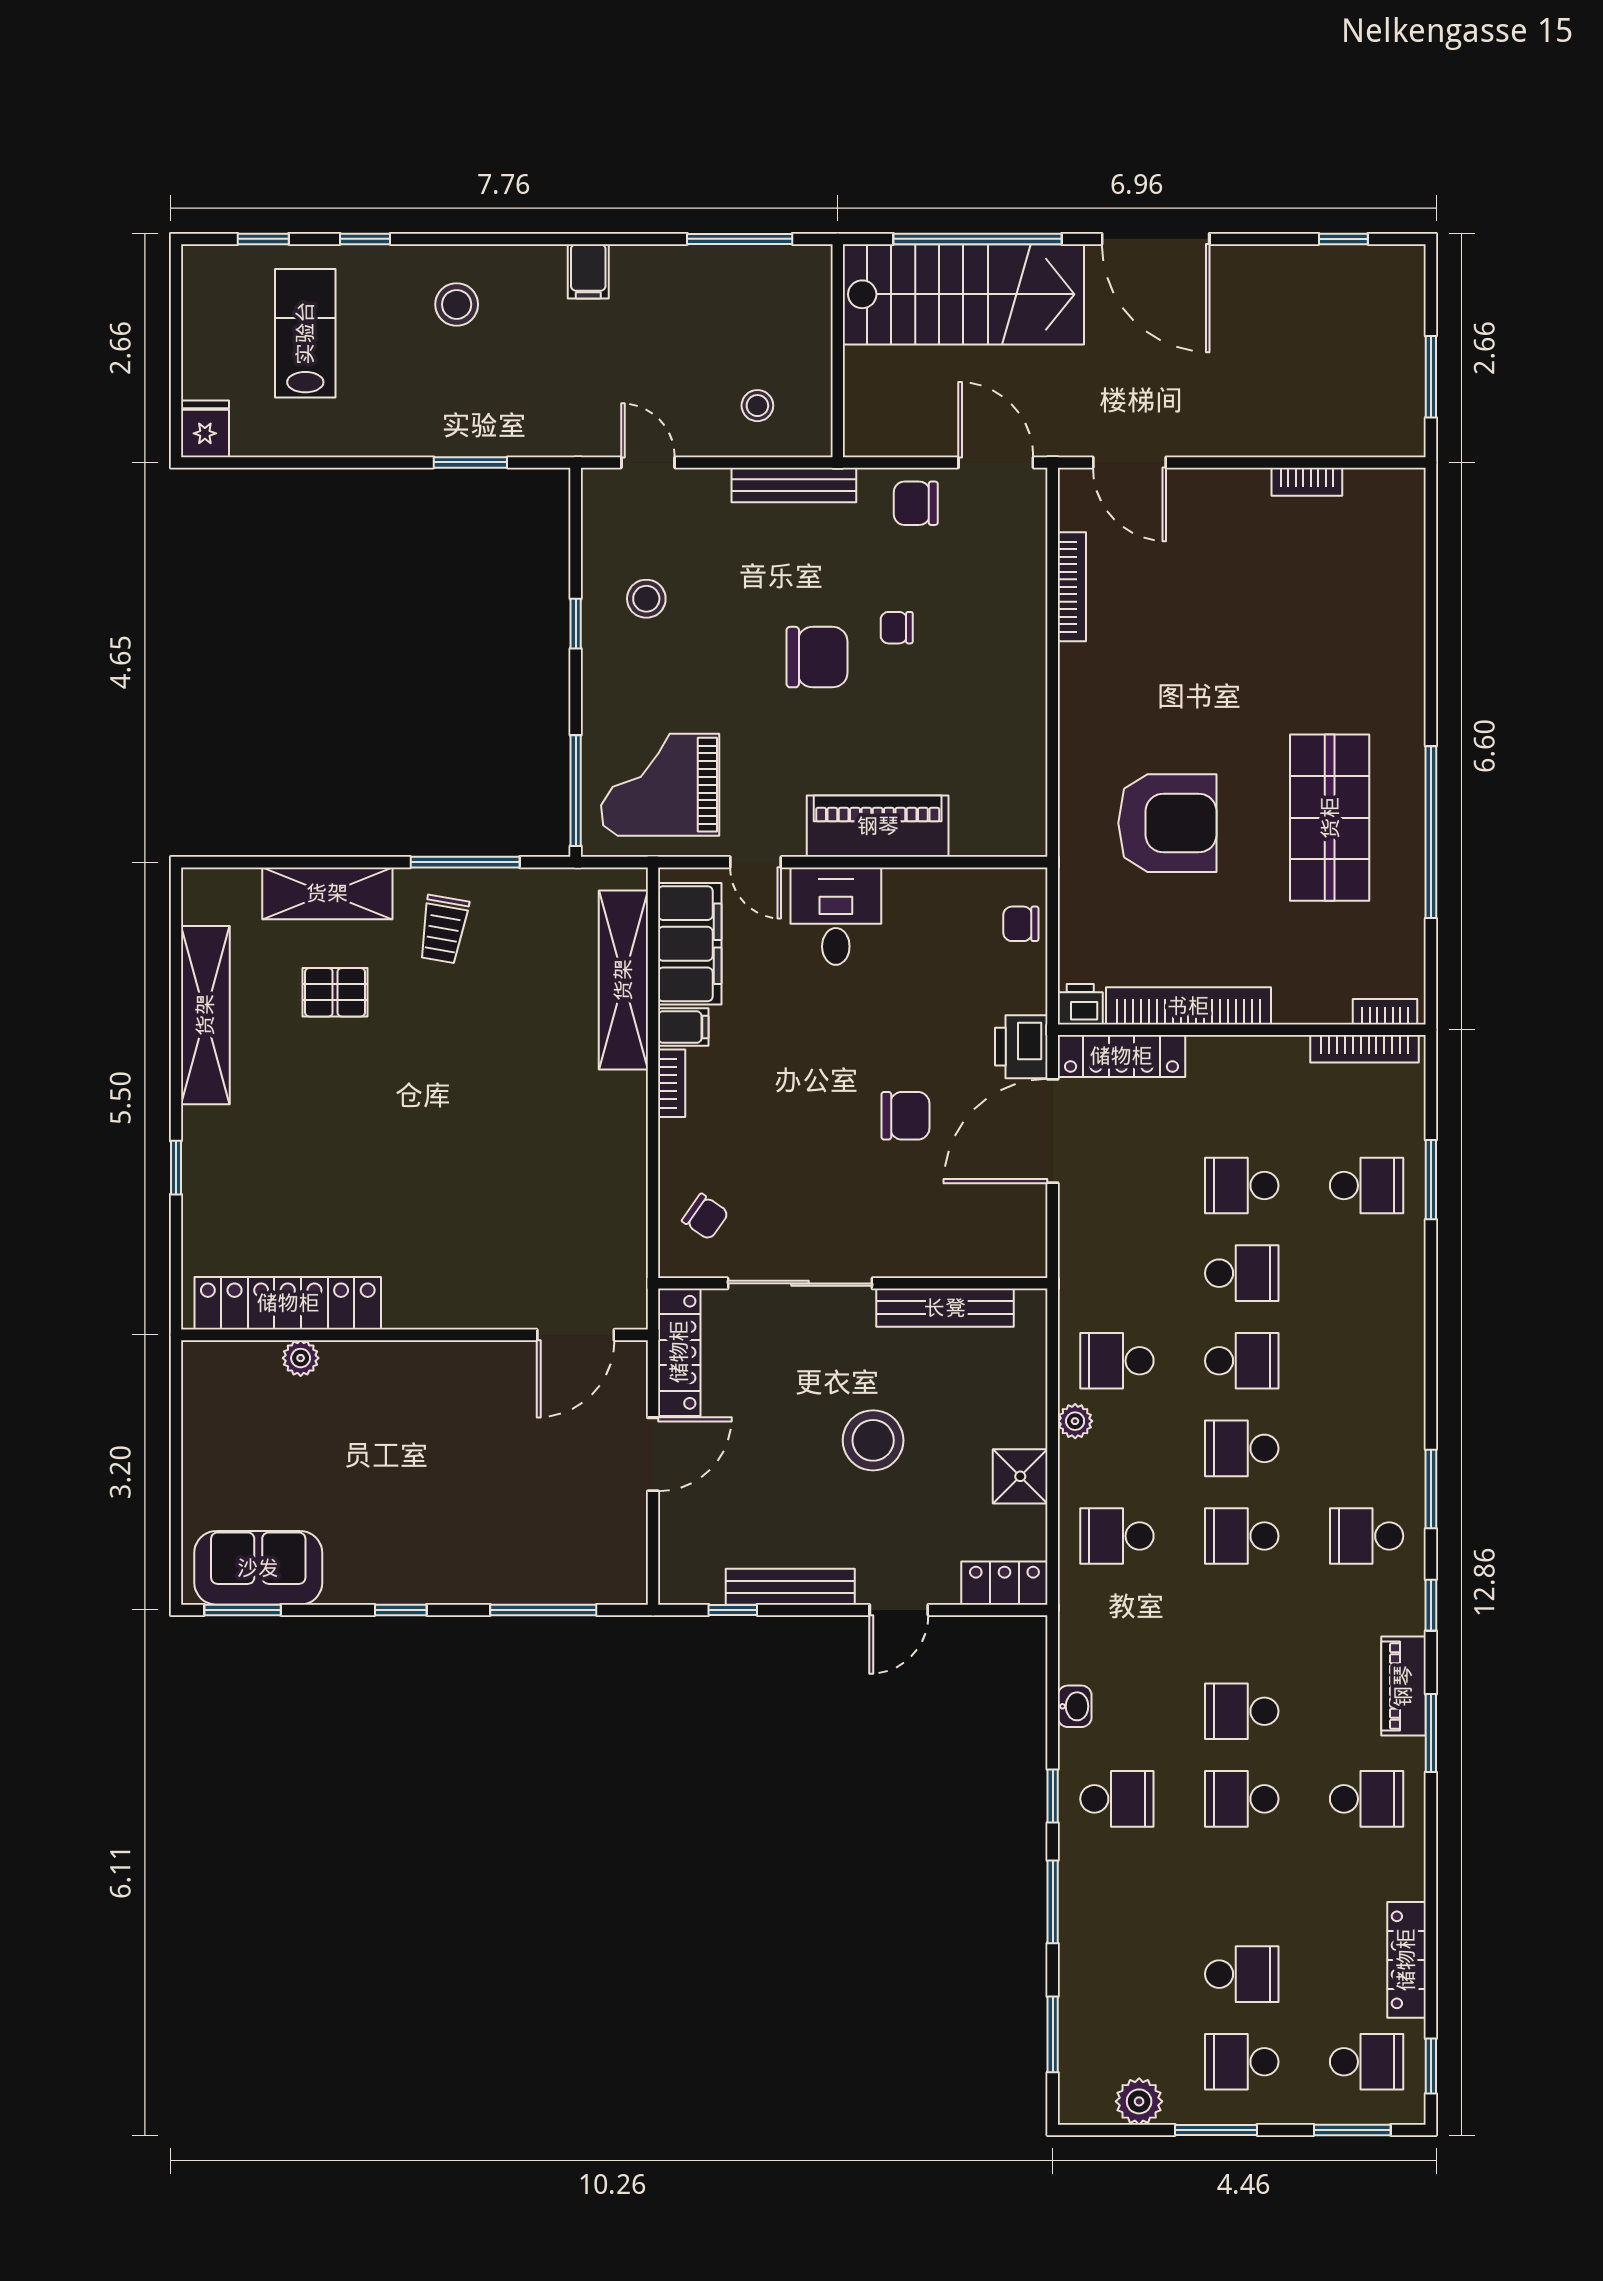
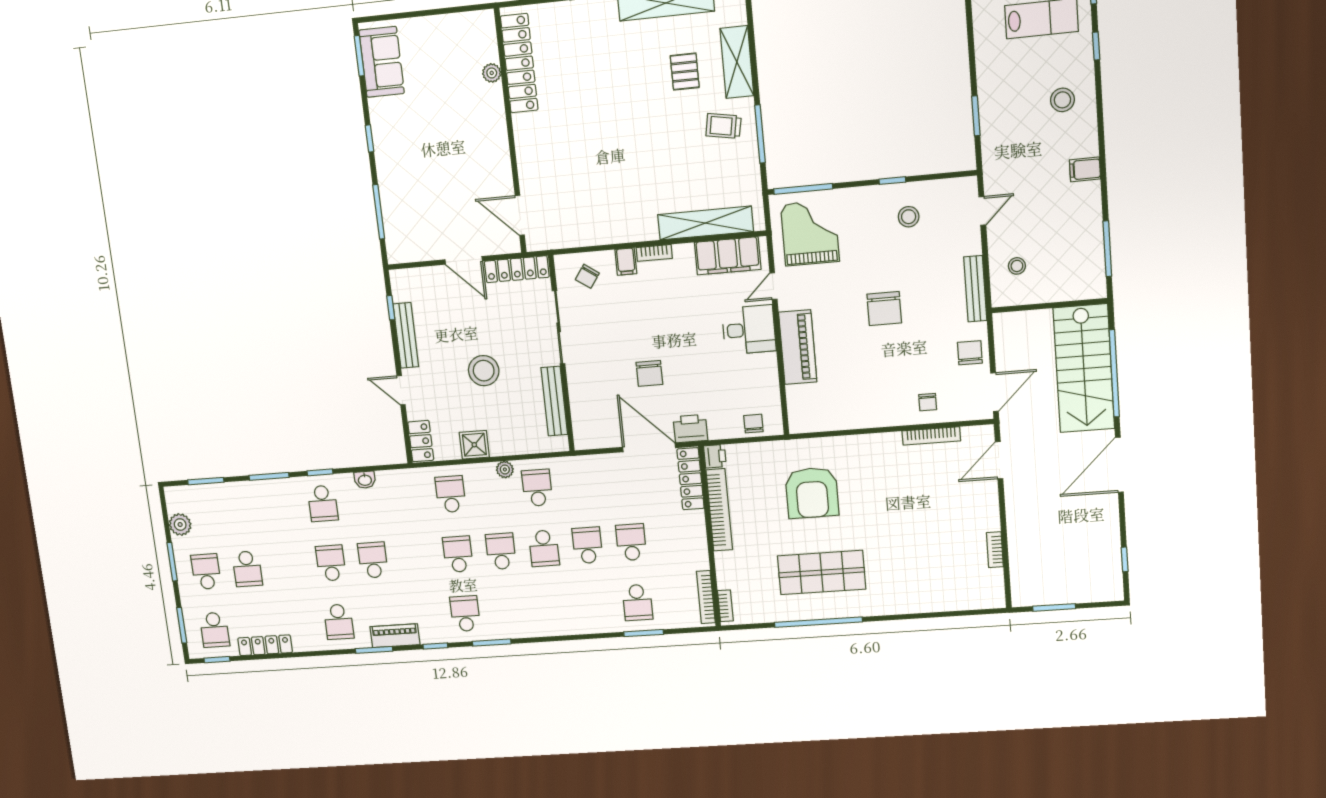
chair: (897, 628) -> (928, 402), moved, turned 180
filing cabinet: (683, 1027) -> (626, 262), moved
school desk: (1242, 1273) -> (587, 545), turned 180

